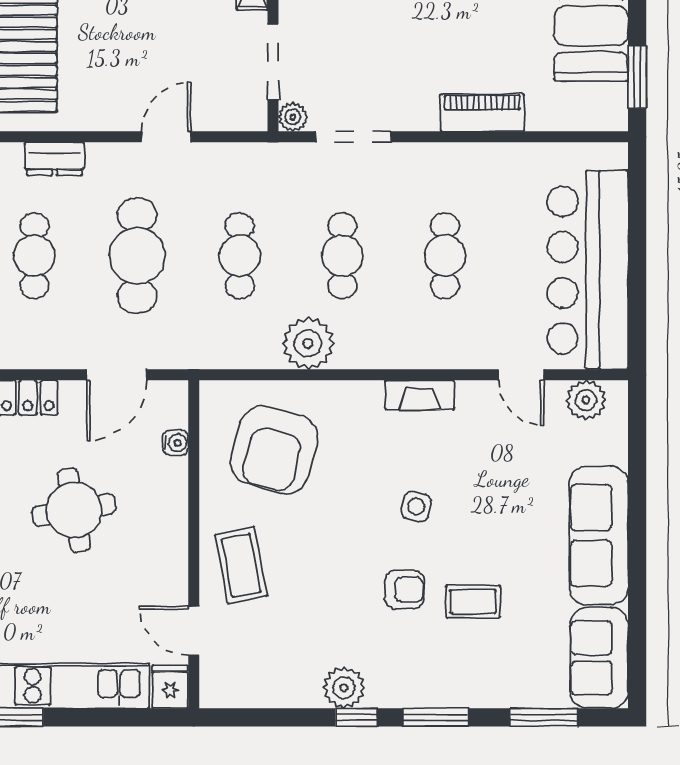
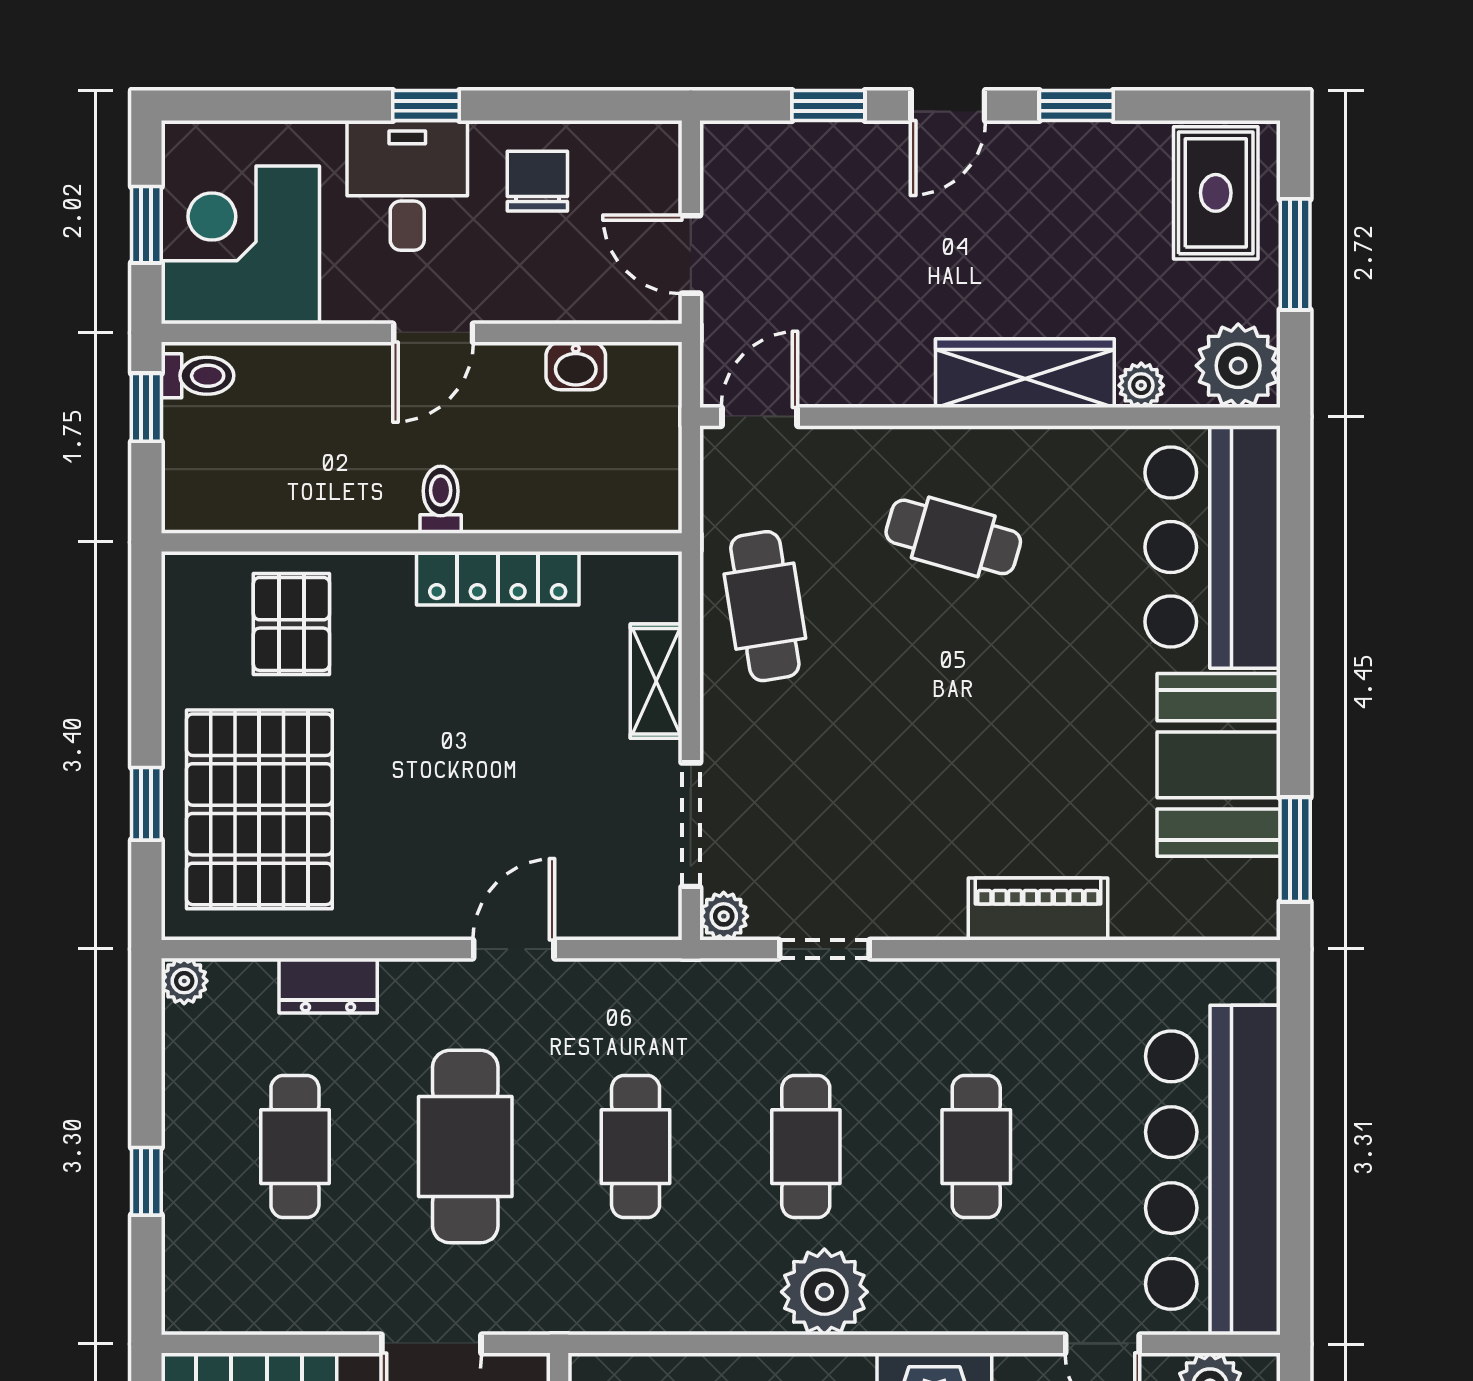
doorway: (353, 137) -> (824, 949), width x0.73
plant: (308, 343) -> (824, 1292), moved

